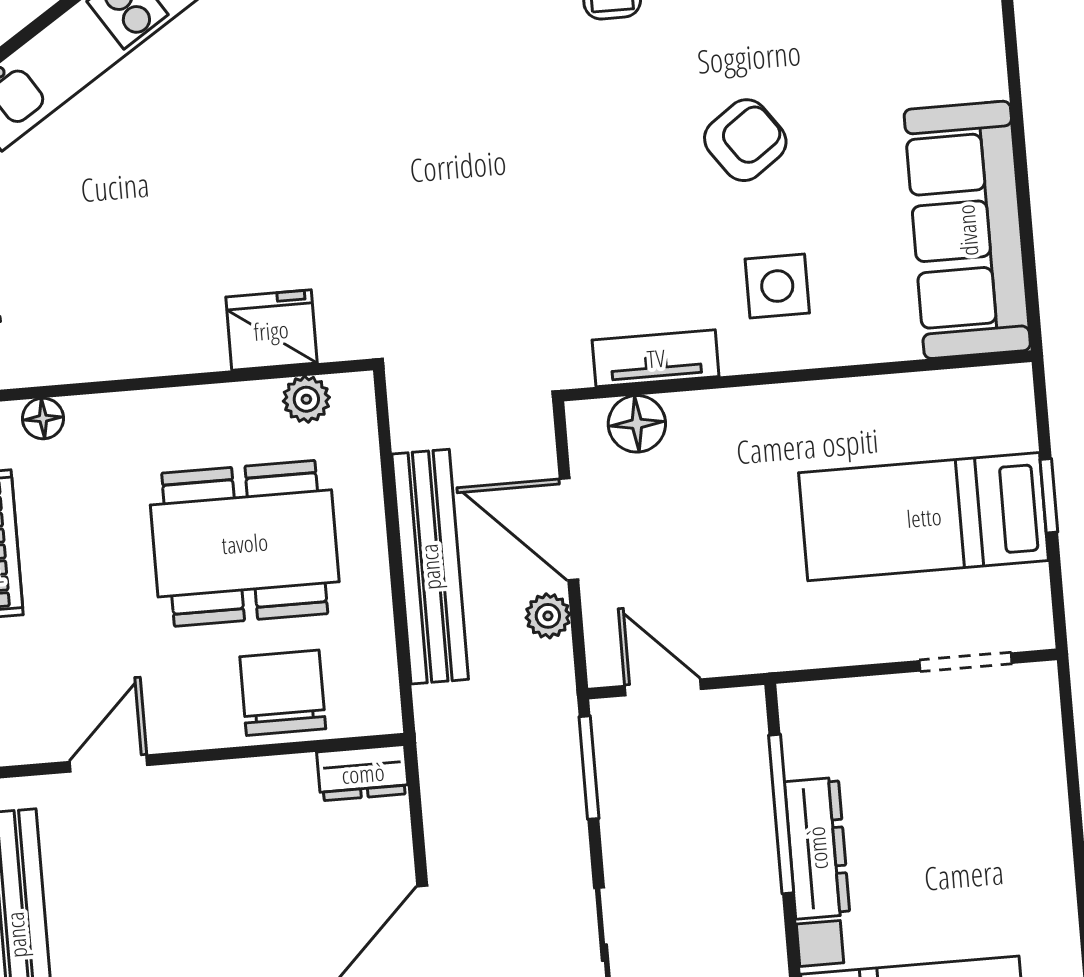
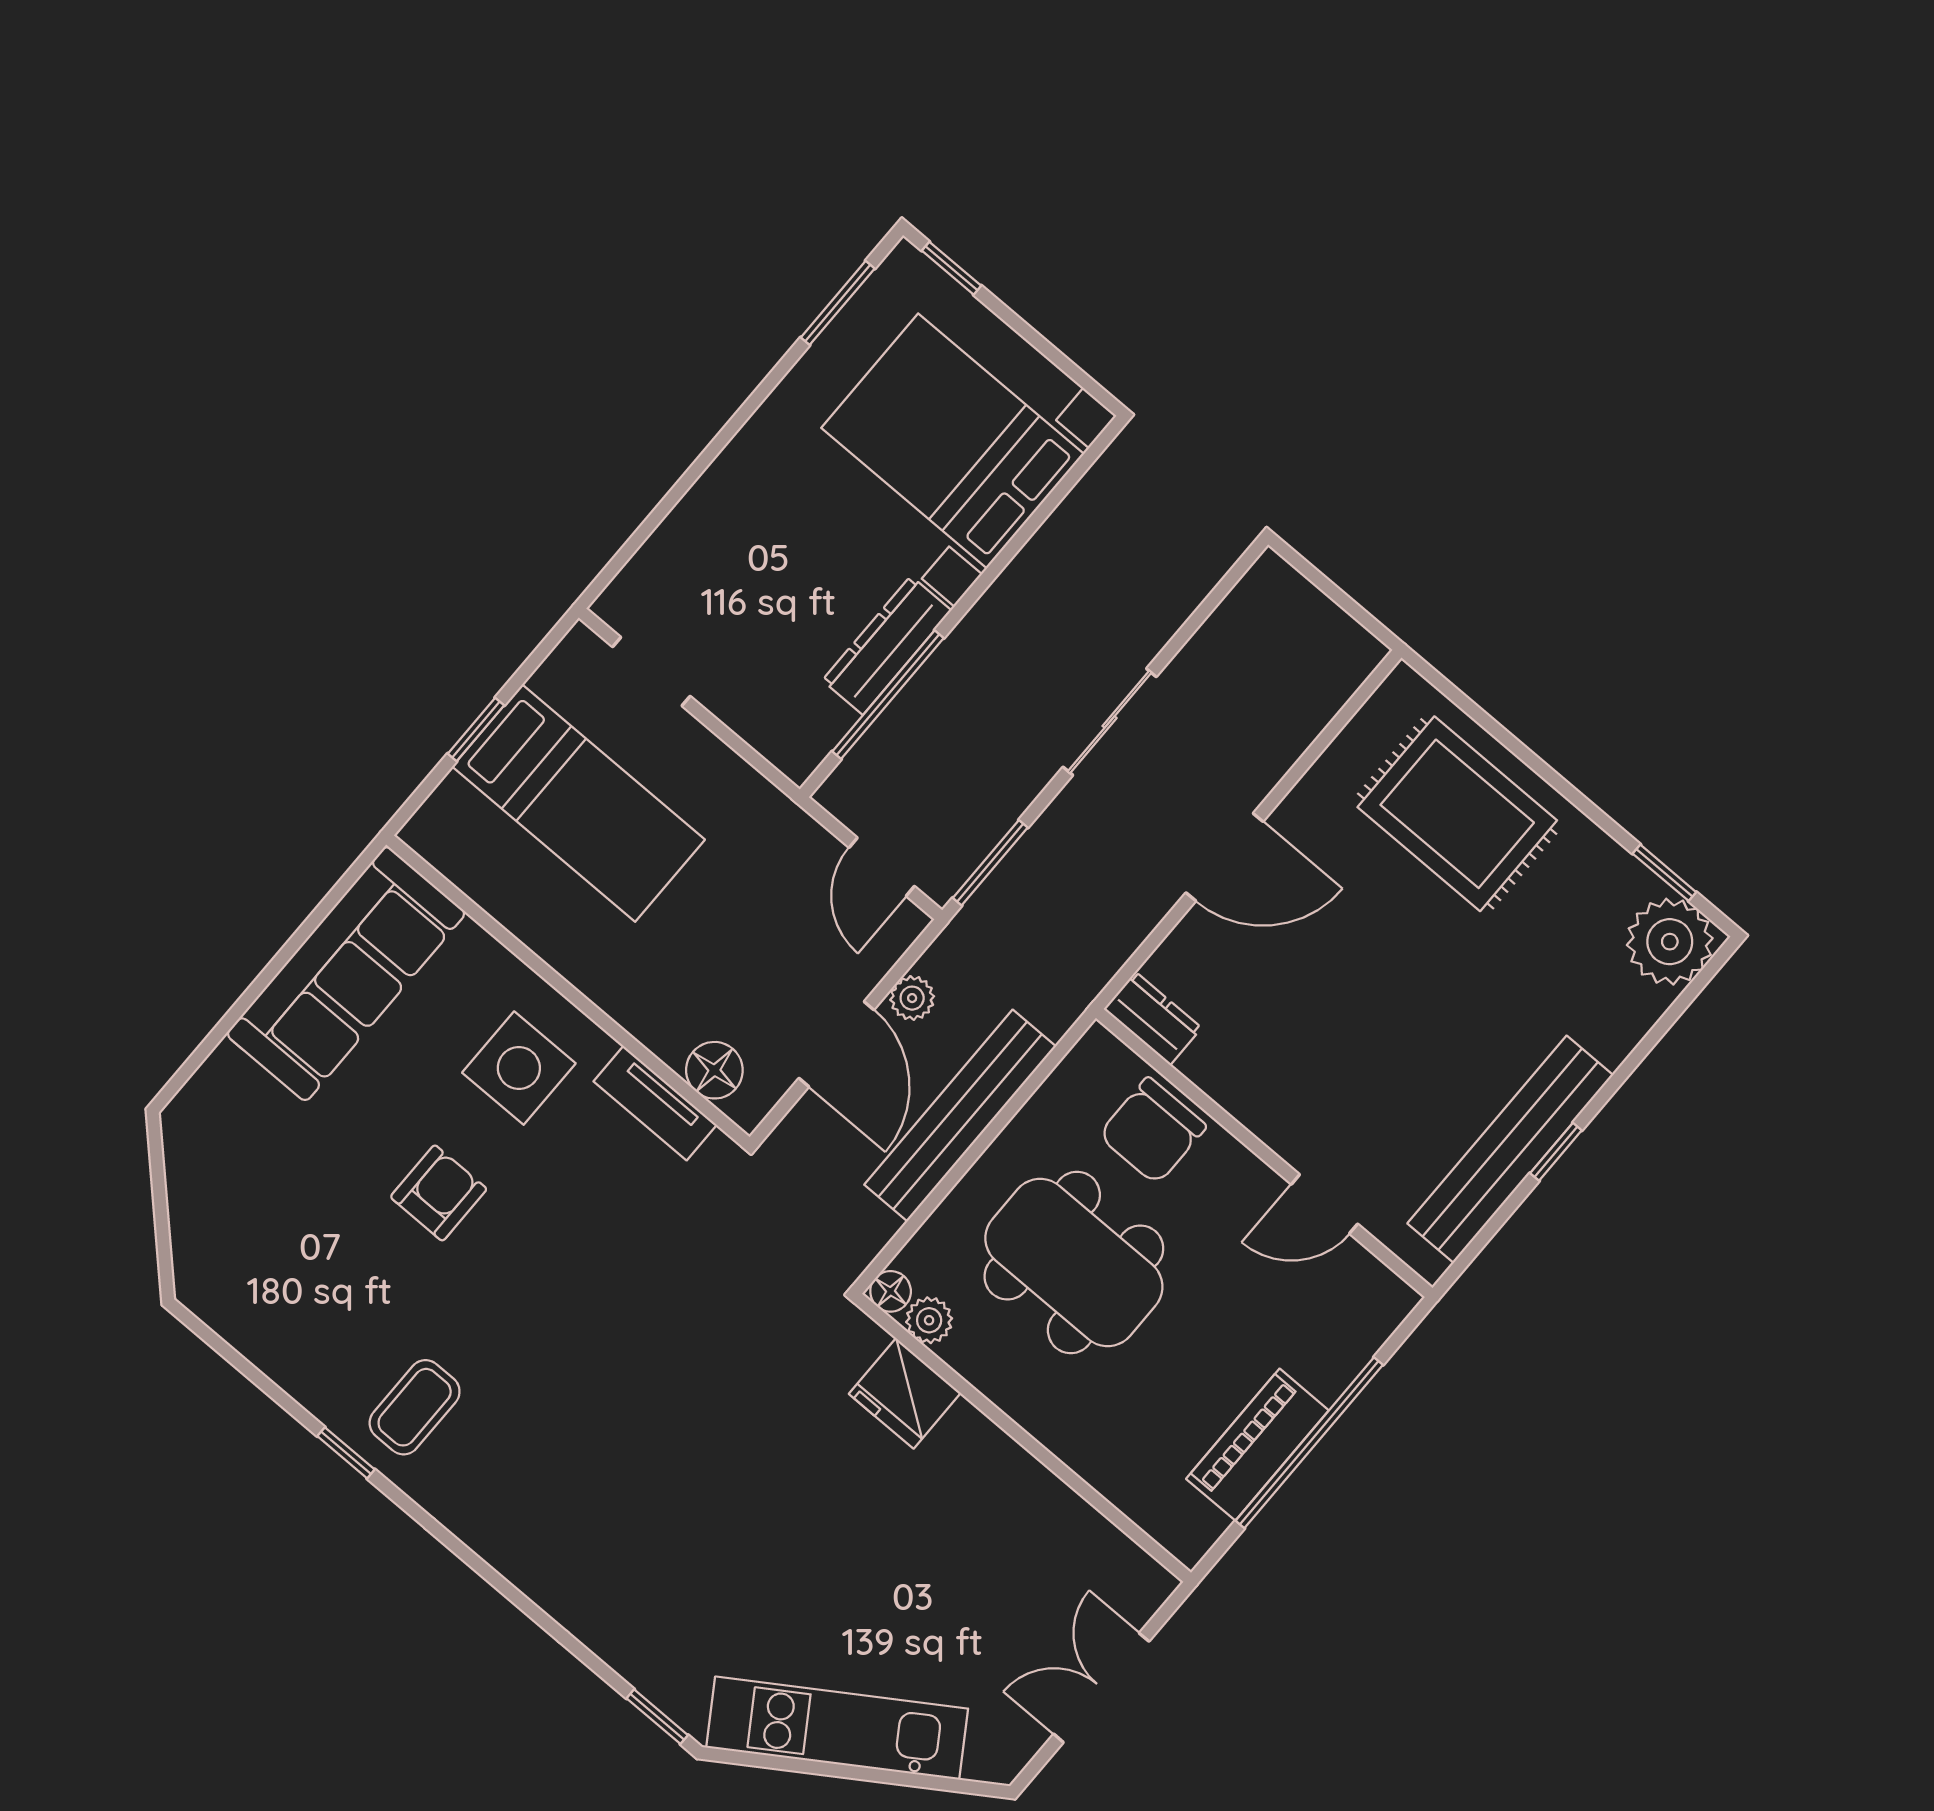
armchair: (745, 140) -> (439, 1193), turned 126
side table: (777, 286) -> (519, 1068), width x1.37, depth x1.37
floor lamp: (43, 418) -> (891, 1291), moved

